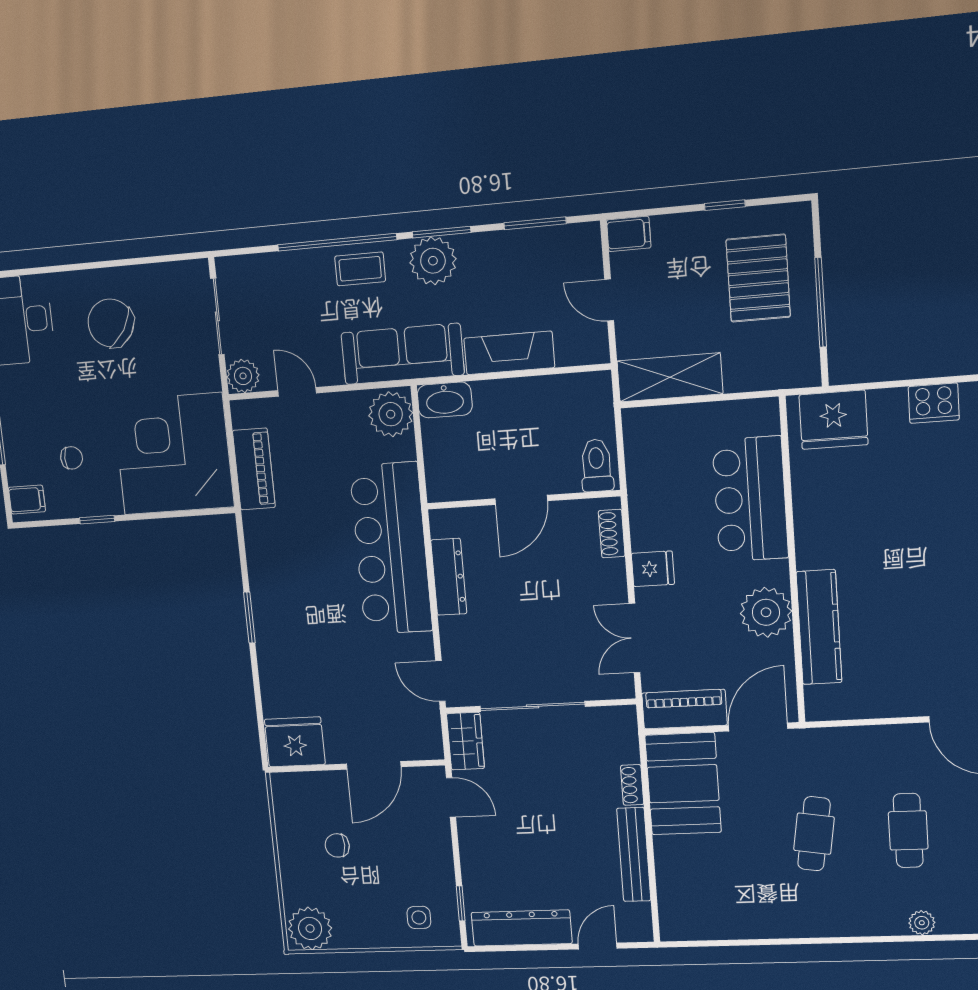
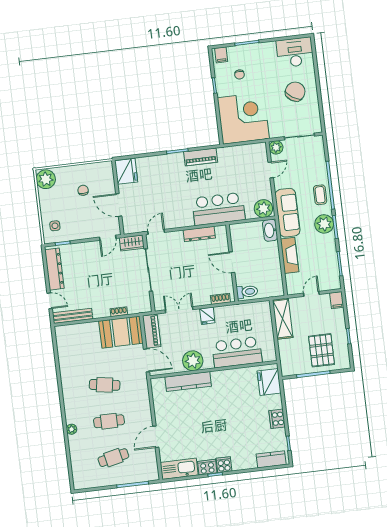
pallet: (758, 278) -> (322, 350), turned 90
piano: (254, 469) -> (201, 157), moved
bar counter: (391, 549) -> (218, 209), width x0.73
bench: (634, 855) -> (73, 316), moved

